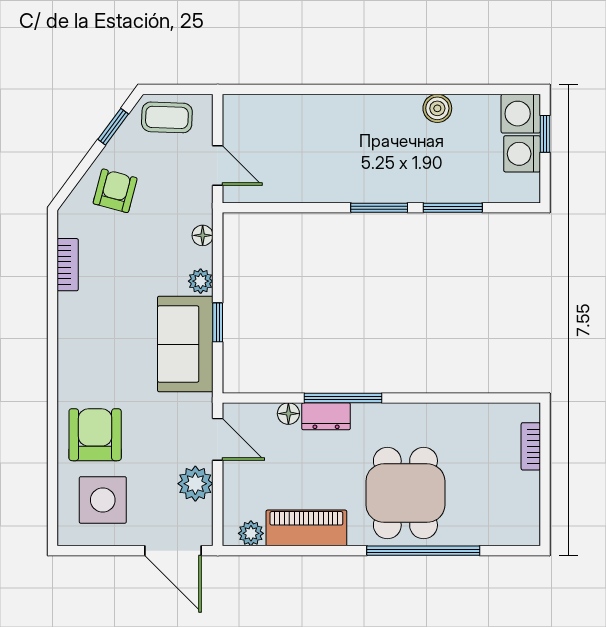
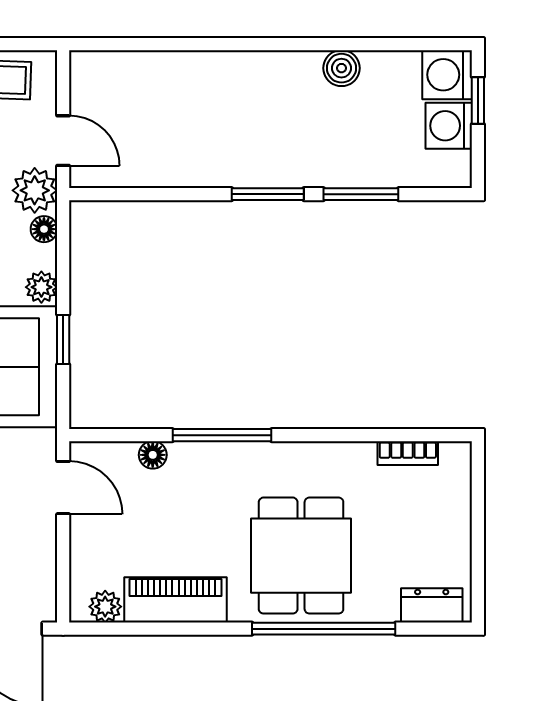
dresser: (326, 416) -> (432, 605), moved, turned 180
bookcase: (531, 446) -> (408, 453), moved, turned -90
plant: (195, 484) -> (35, 190), moved

